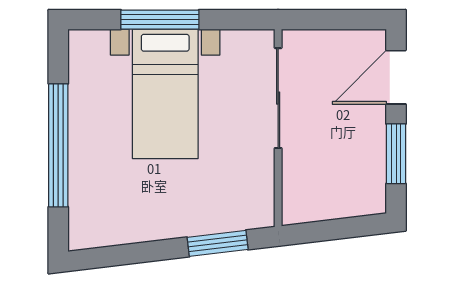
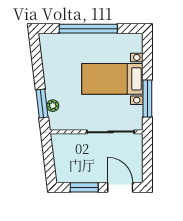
window: (160, 20) -> (147, 98), moved
plant: (222, 221) -> (53, 106), added

